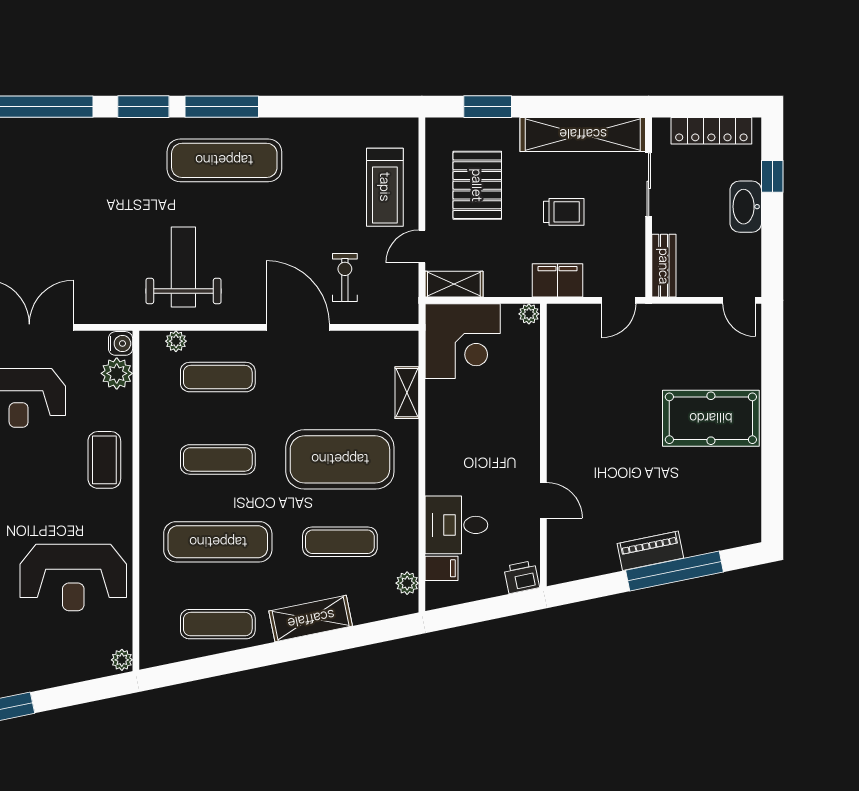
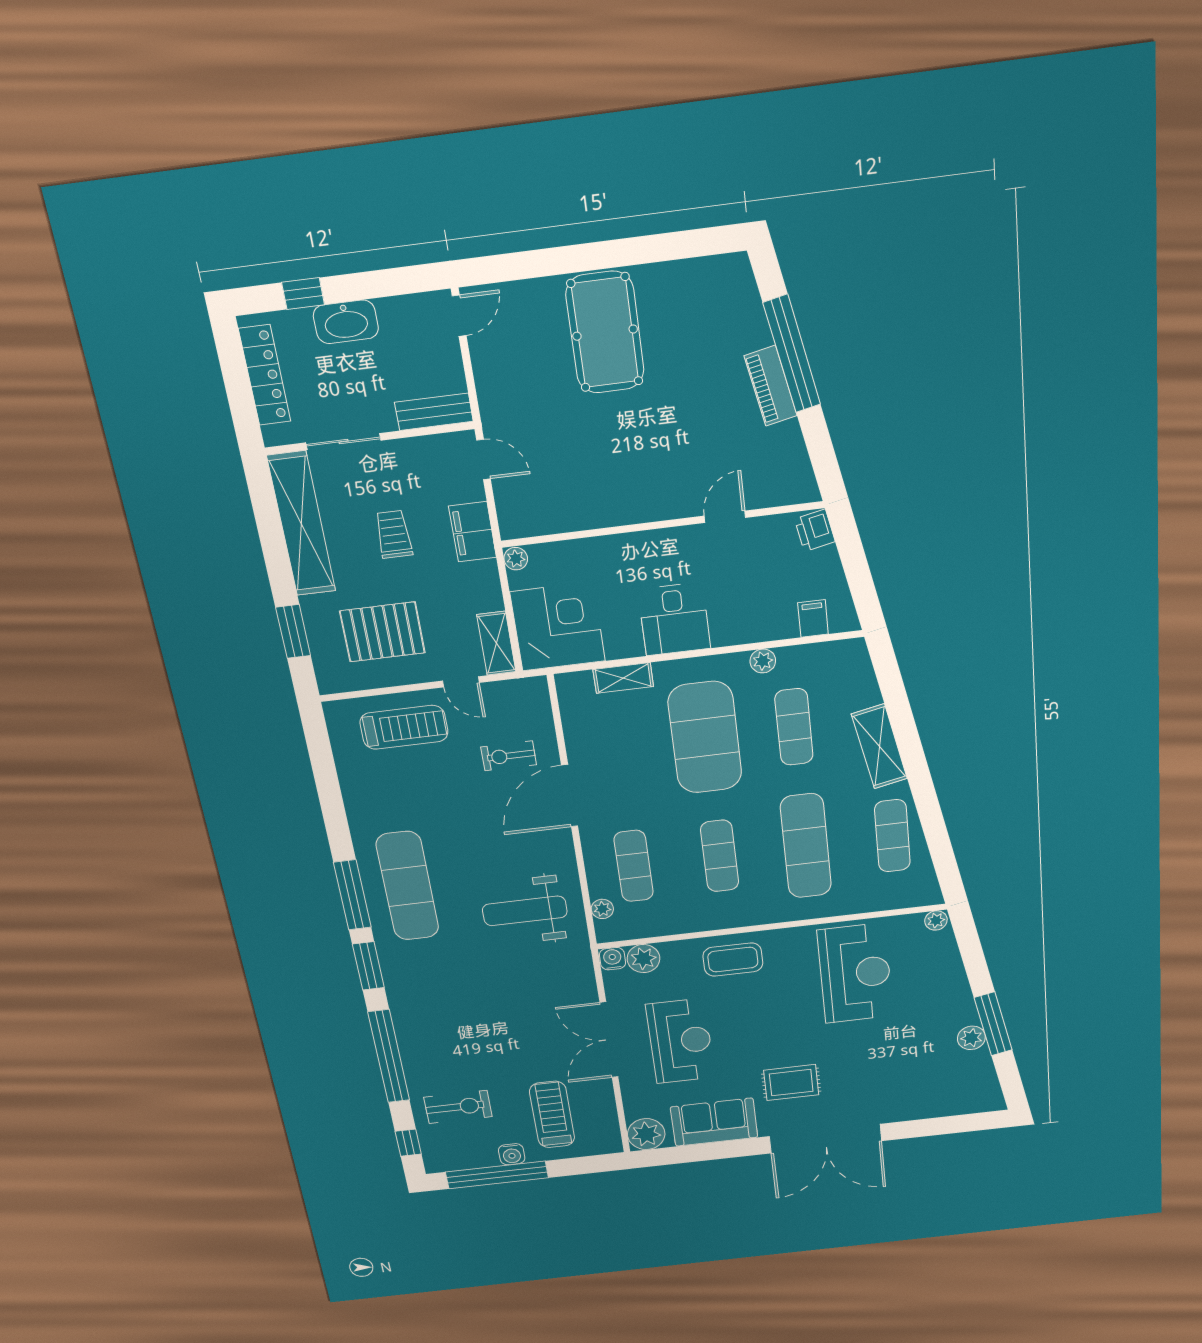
desk: (456, 525) -> (674, 619), moved
plant: (407, 583) -> (763, 661), moved

